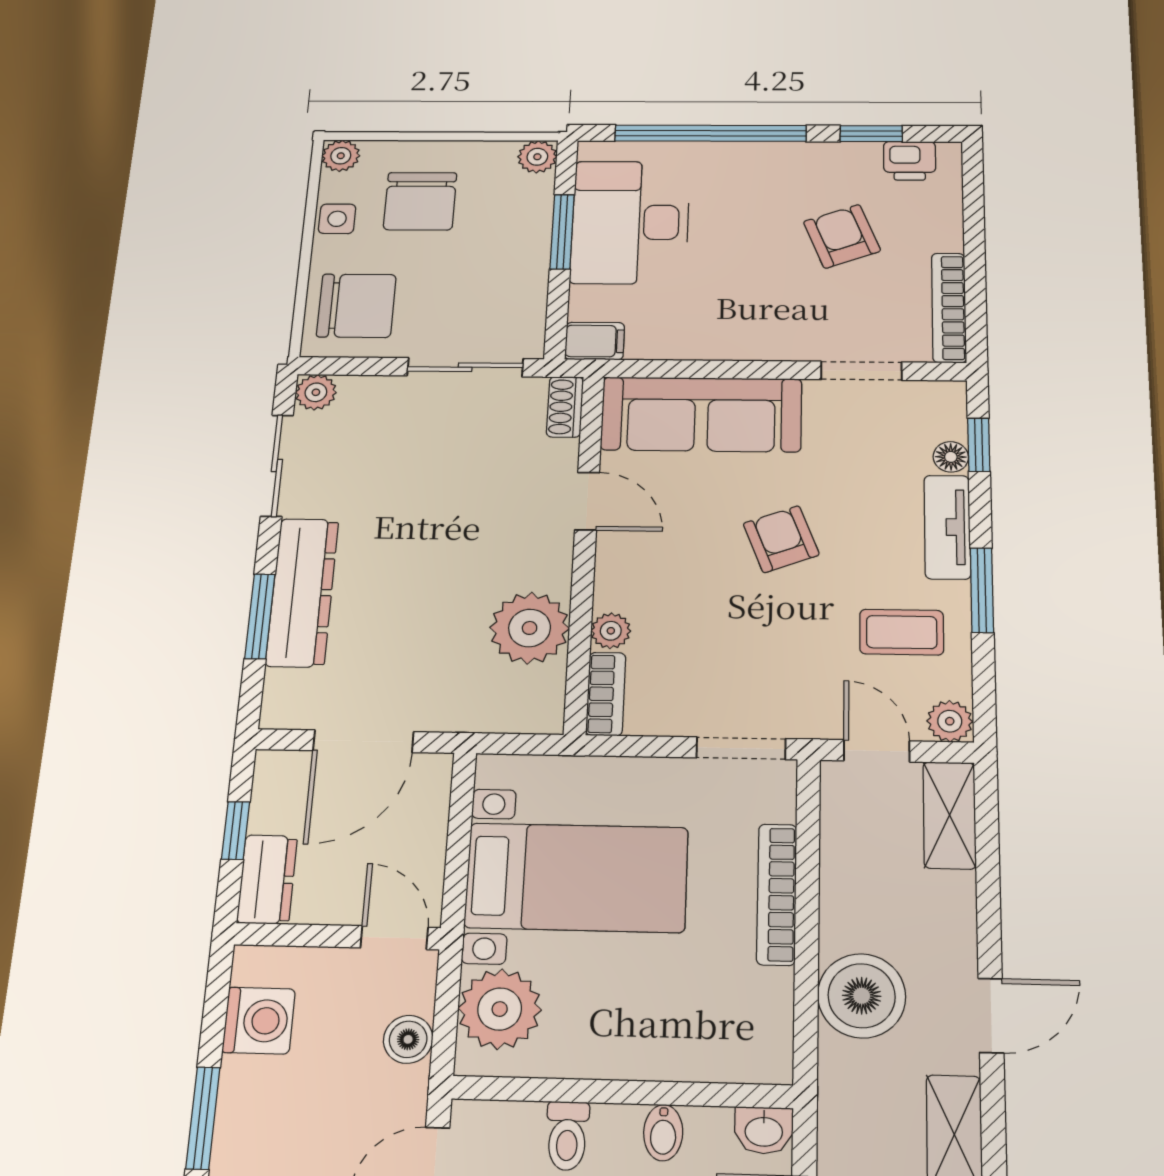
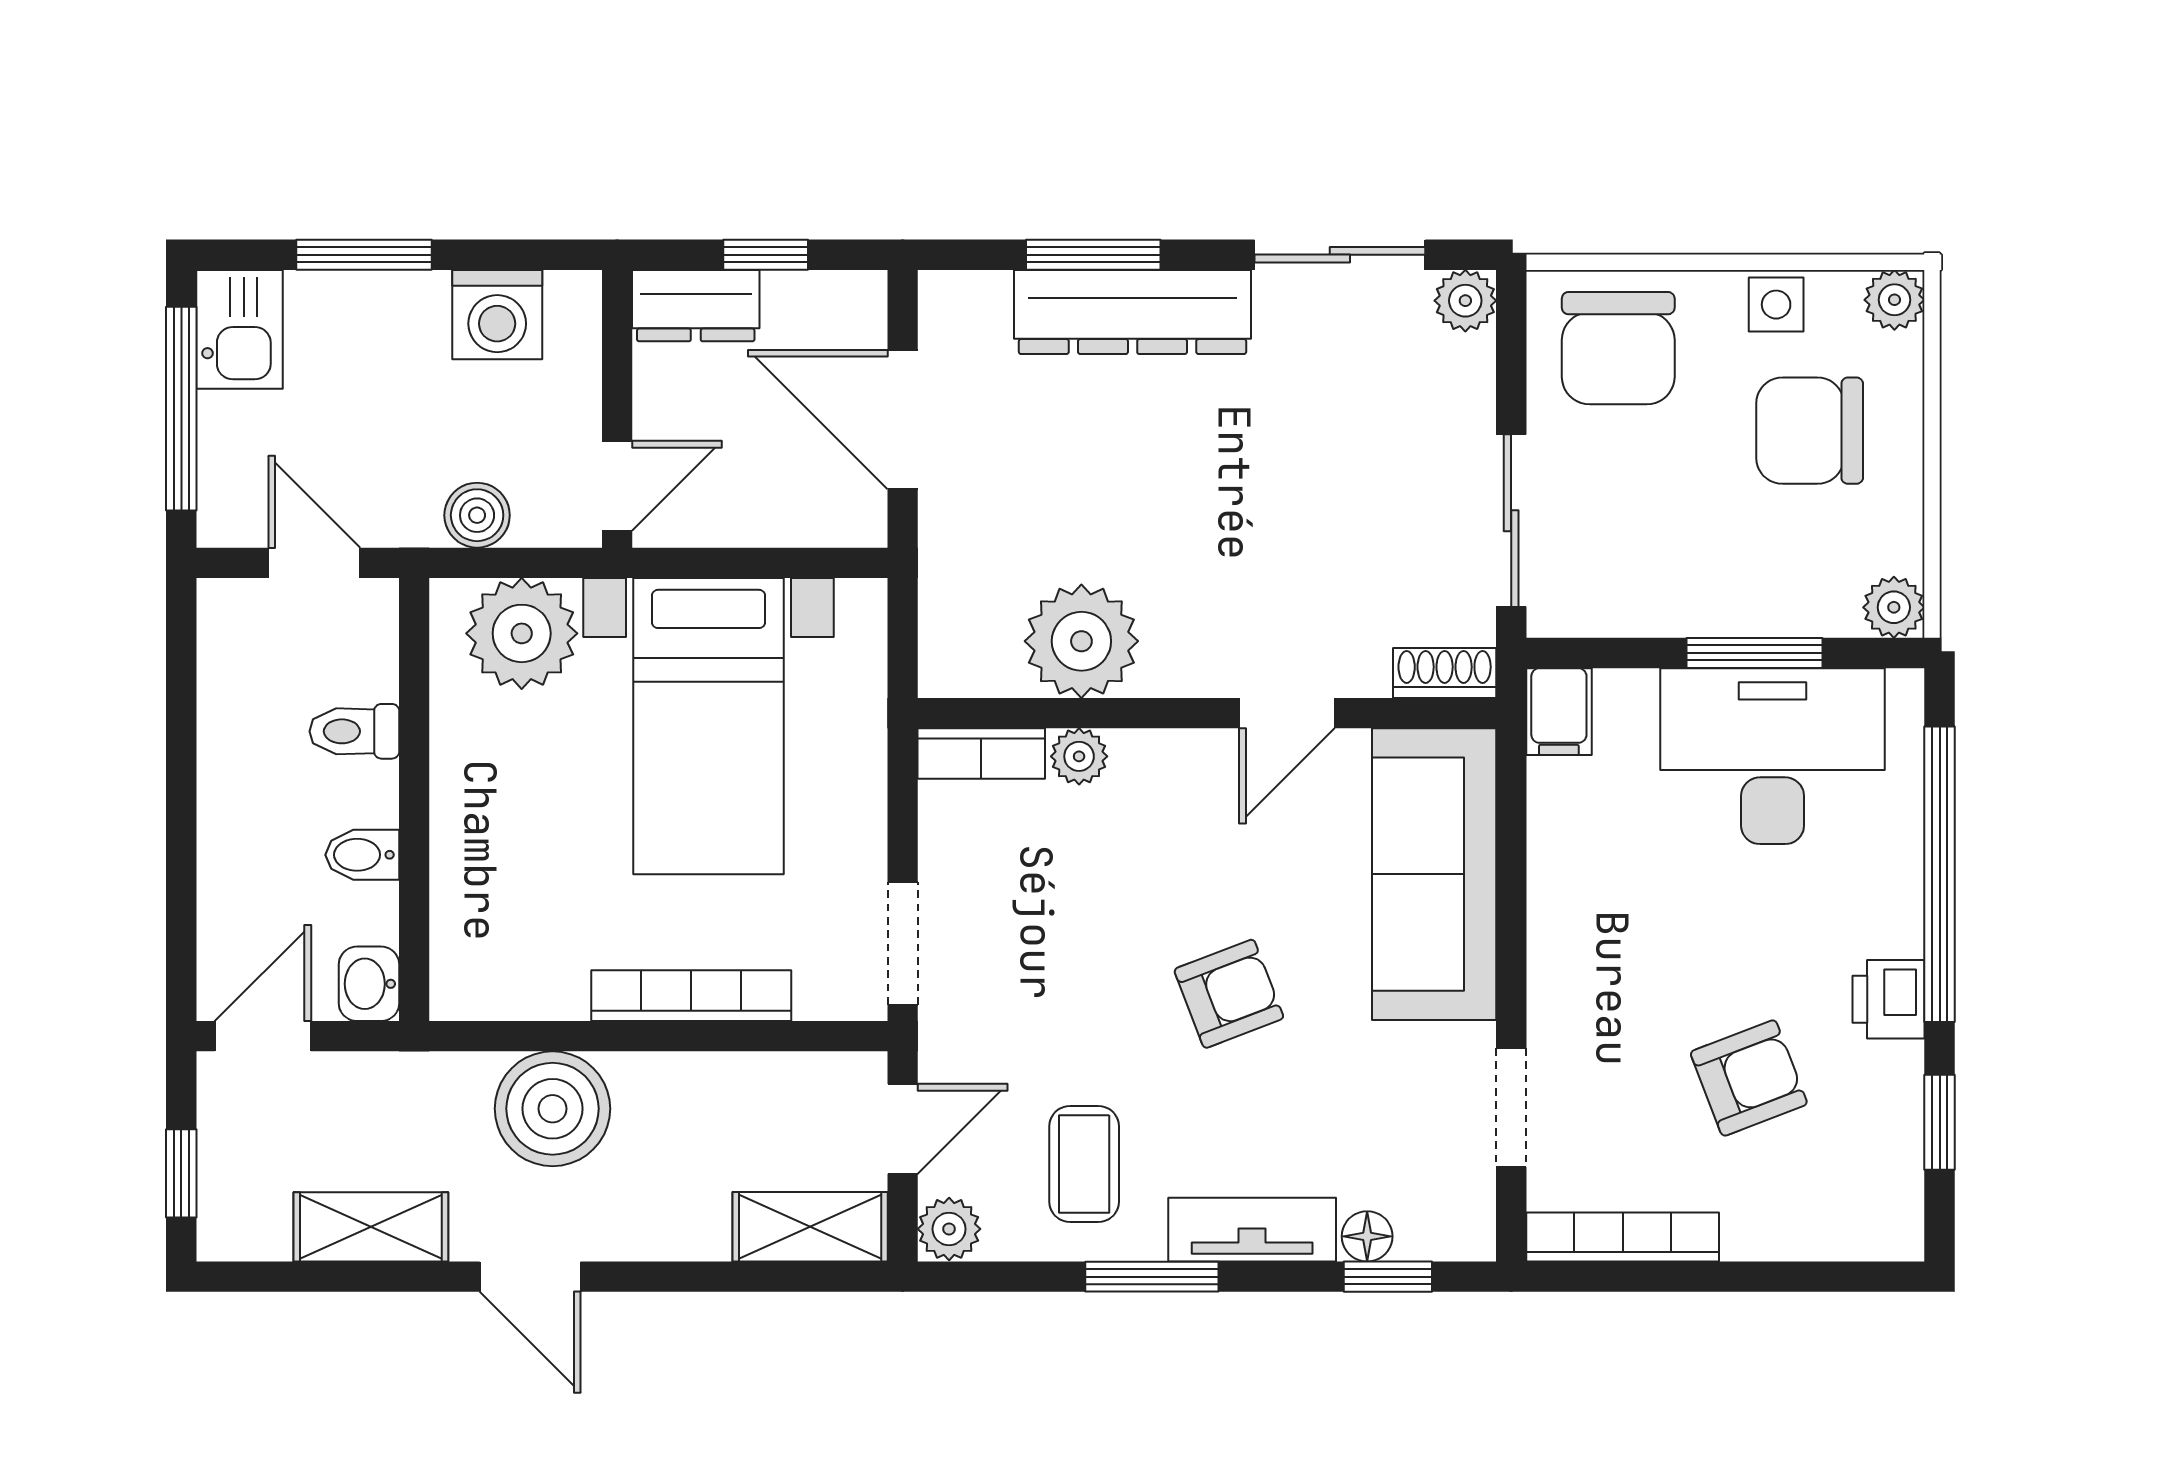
printer: (910, 161) -> (1889, 999), moved

